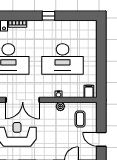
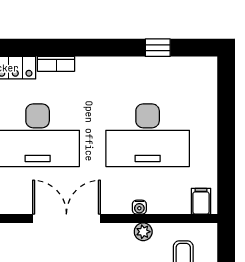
window: (48, 16) -> (158, 48), moved
double door: (23, 100) -> (66, 218), swing flipped

